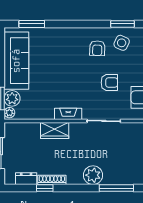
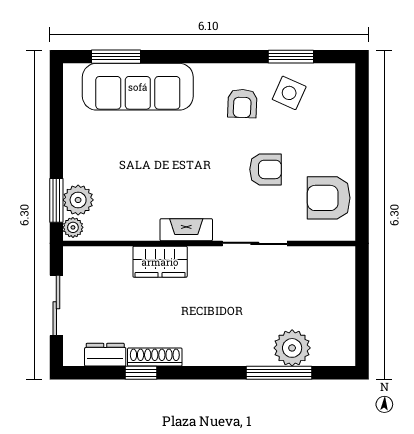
sofa: (16, 61) -> (138, 87), moved, turned 90
plant: (93, 175) -> (292, 348), moved

